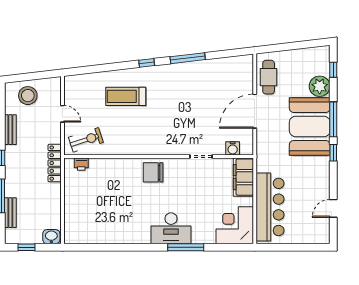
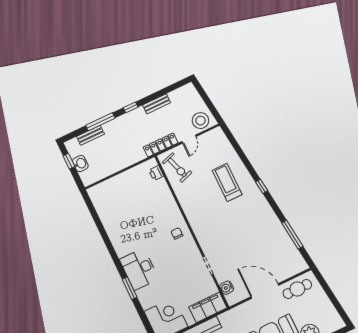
window: (188, 58) -> (292, 235), moved
stool: (28, 96) -> (200, 121), moved
locker: (55, 163) -> (161, 145), moved
chair: (153, 172) -> (177, 233), width x0.54, depth x0.54
washbasin: (51, 237) -> (80, 164), moved
window: (186, 247) -> (130, 288), width x0.69

